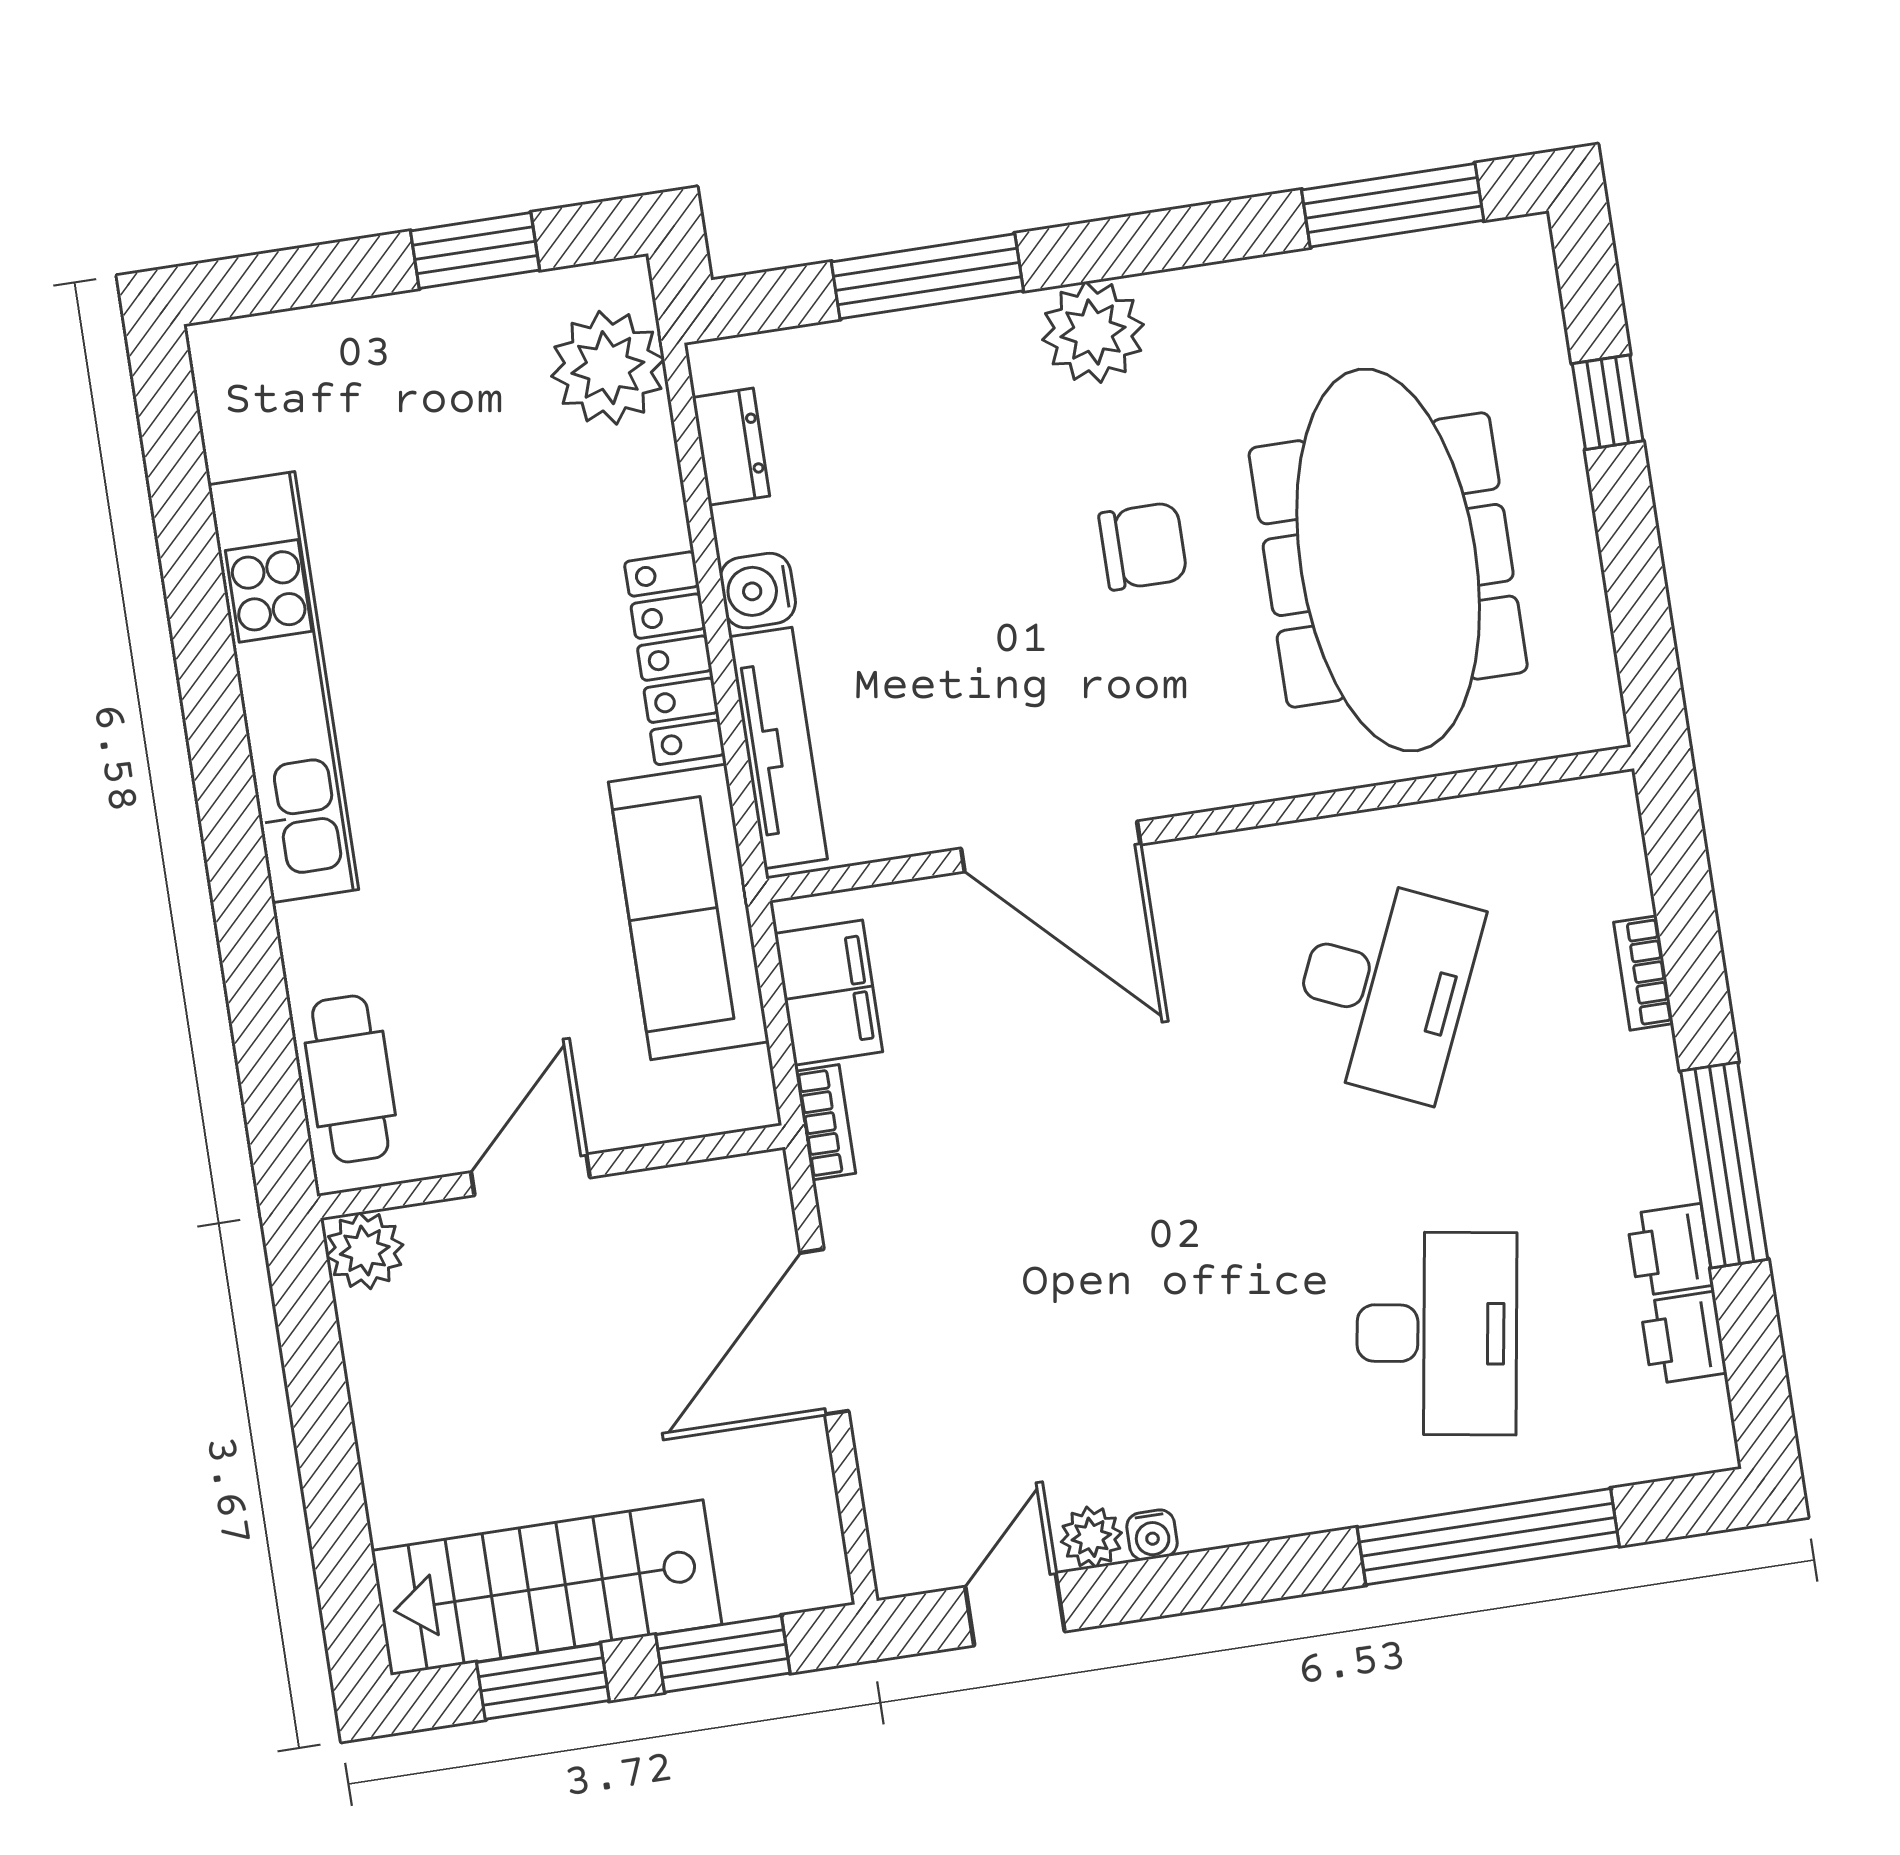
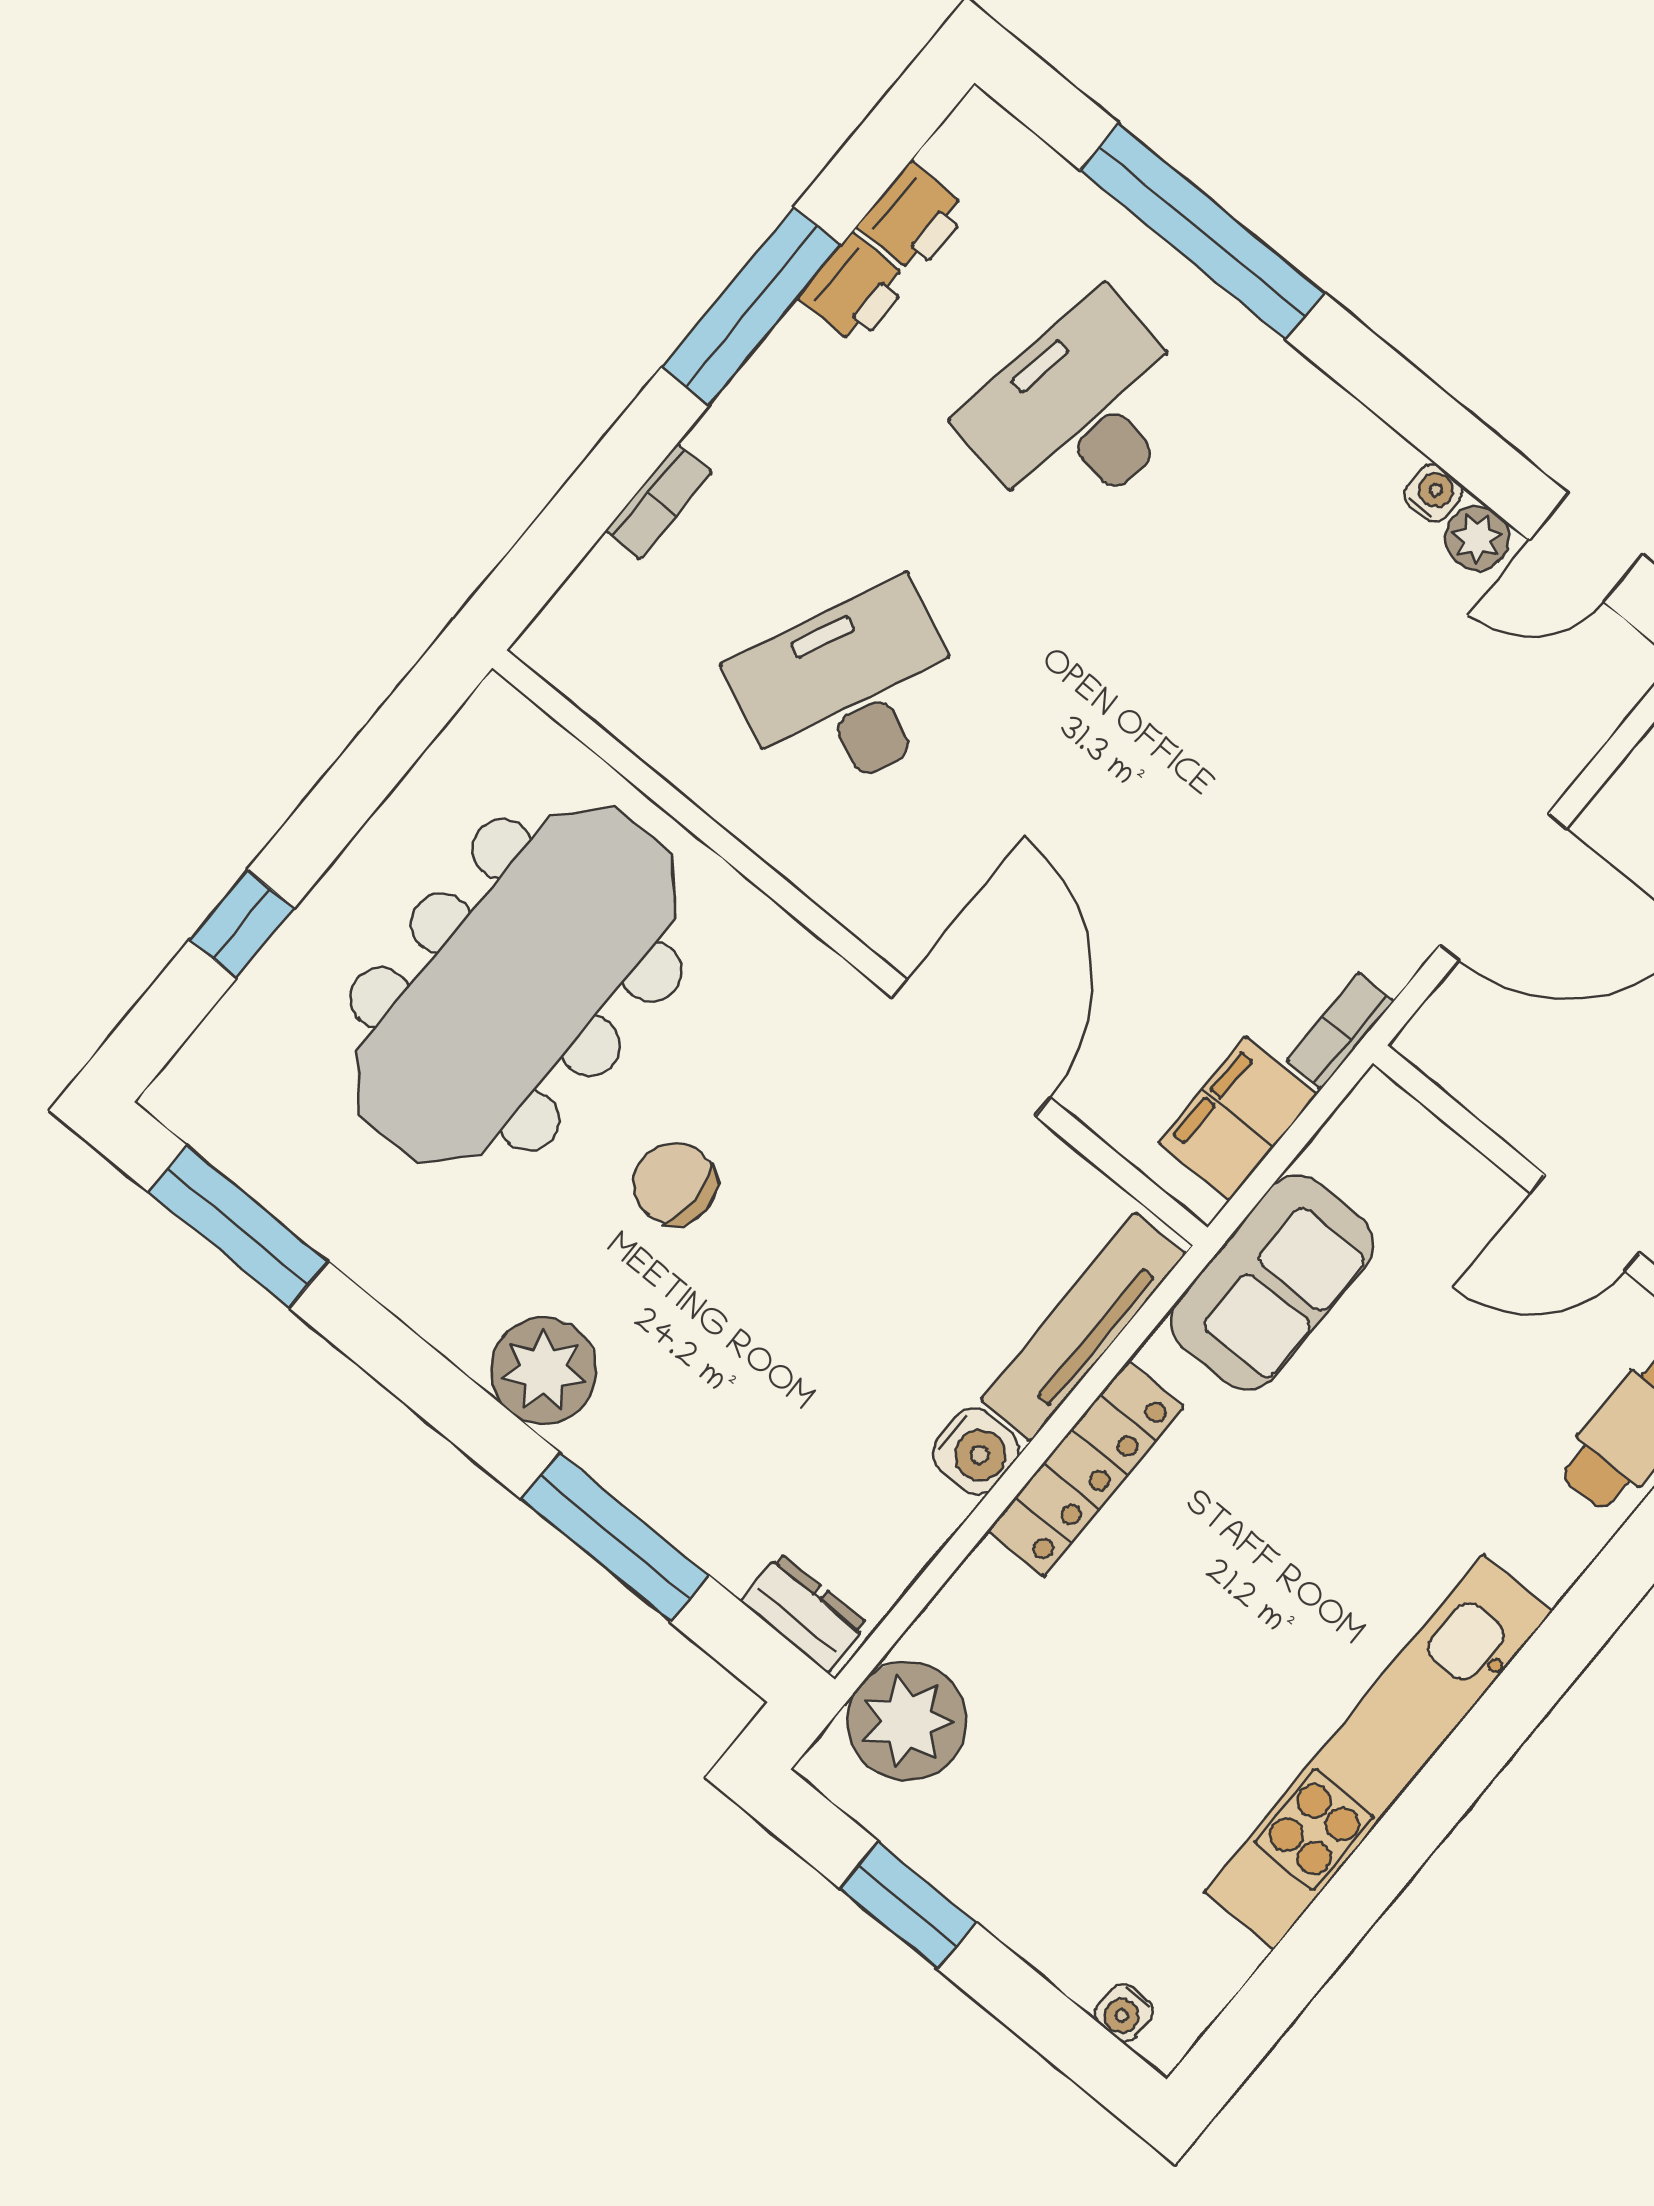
water cooler: (259, 337) -> (1124, 2013), added
dresser: (731, 447) -> (804, 1613), moved, turned 90
sofa: (689, 912) -> (1272, 1282), width x0.73

